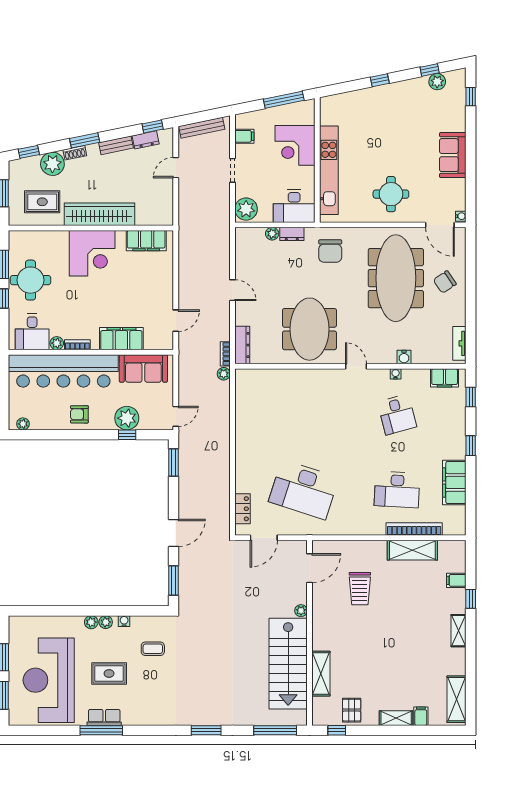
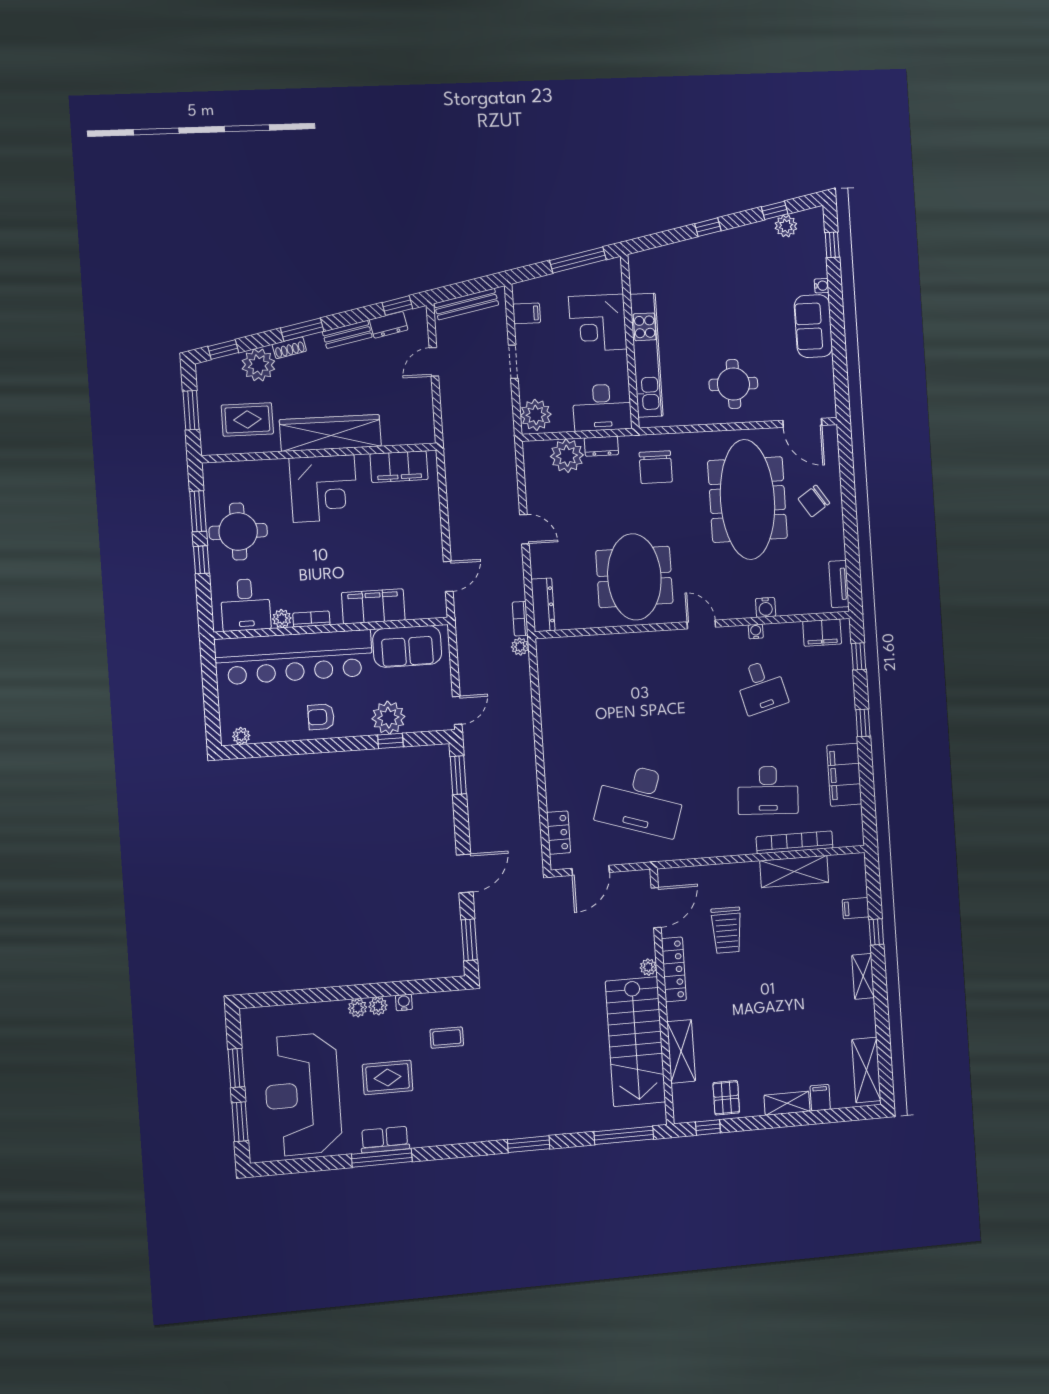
water cooler: (461, 216) -> (822, 286), moved
plant: (272, 234) -> (567, 456), width x1.87, depth x1.87
locker: (319, 614) -> (674, 969), added

